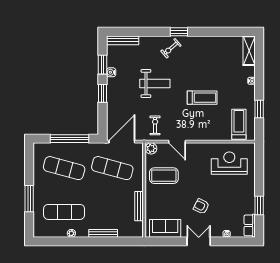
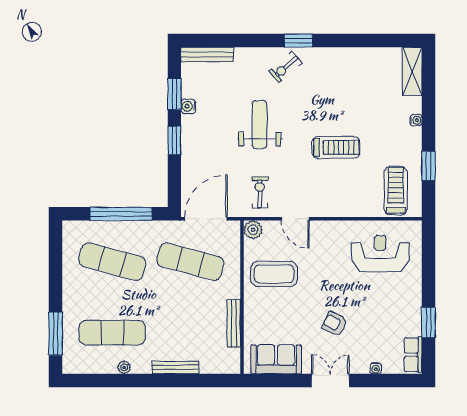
weight bench: (155, 84) -> (260, 125), turned -90
window: (29, 199) -> (56, 334), moved

